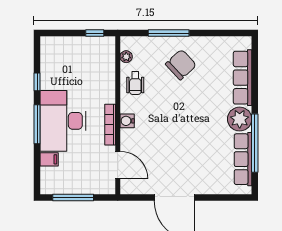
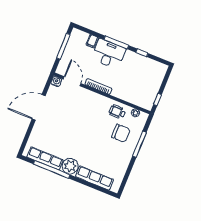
chair: (181, 65) -> (121, 133), moved, turned -47
desk: (63, 121) -> (108, 54), width x0.73, depth x0.77
water cooler: (127, 121) -> (56, 81), moved
door: (118, 165) -> (72, 81), swing flipped

